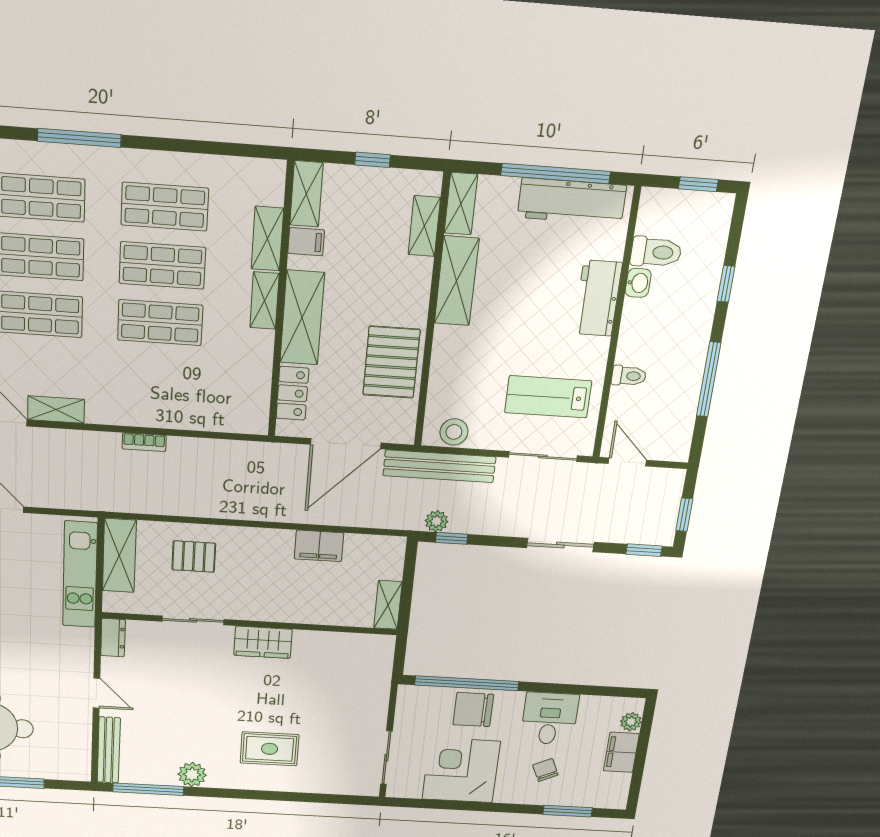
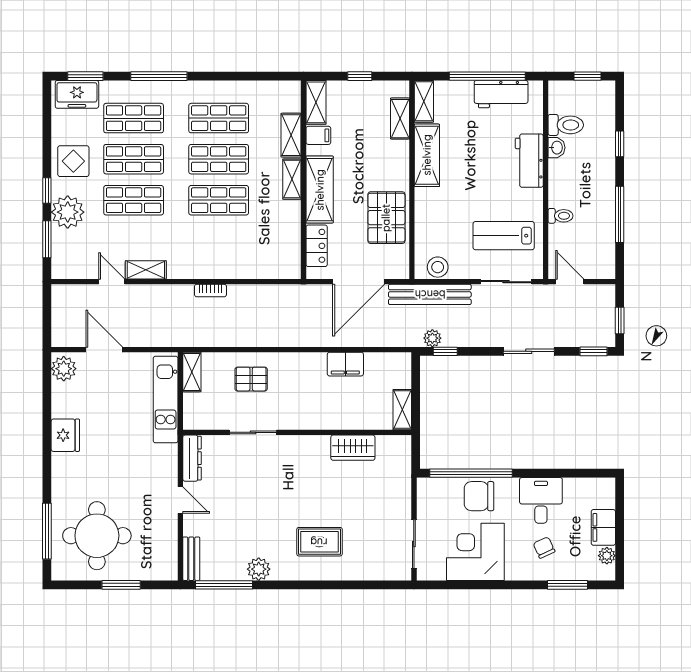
workbench: (572, 201) -> (501, 94), width x0.73
shelving: (119, 556) -> (192, 372), width x0.67, depth x0.75
dresser: (113, 638) -> (192, 458), width x1.44
wardrobe: (263, 642) -> (353, 448), moved
plant: (631, 722) -> (607, 556), moved
bench: (109, 750) -> (191, 559), width x0.73

